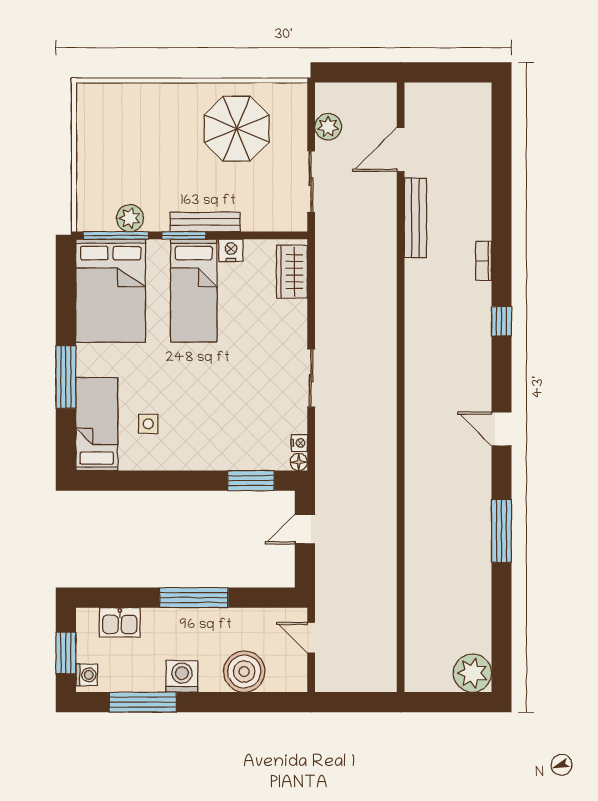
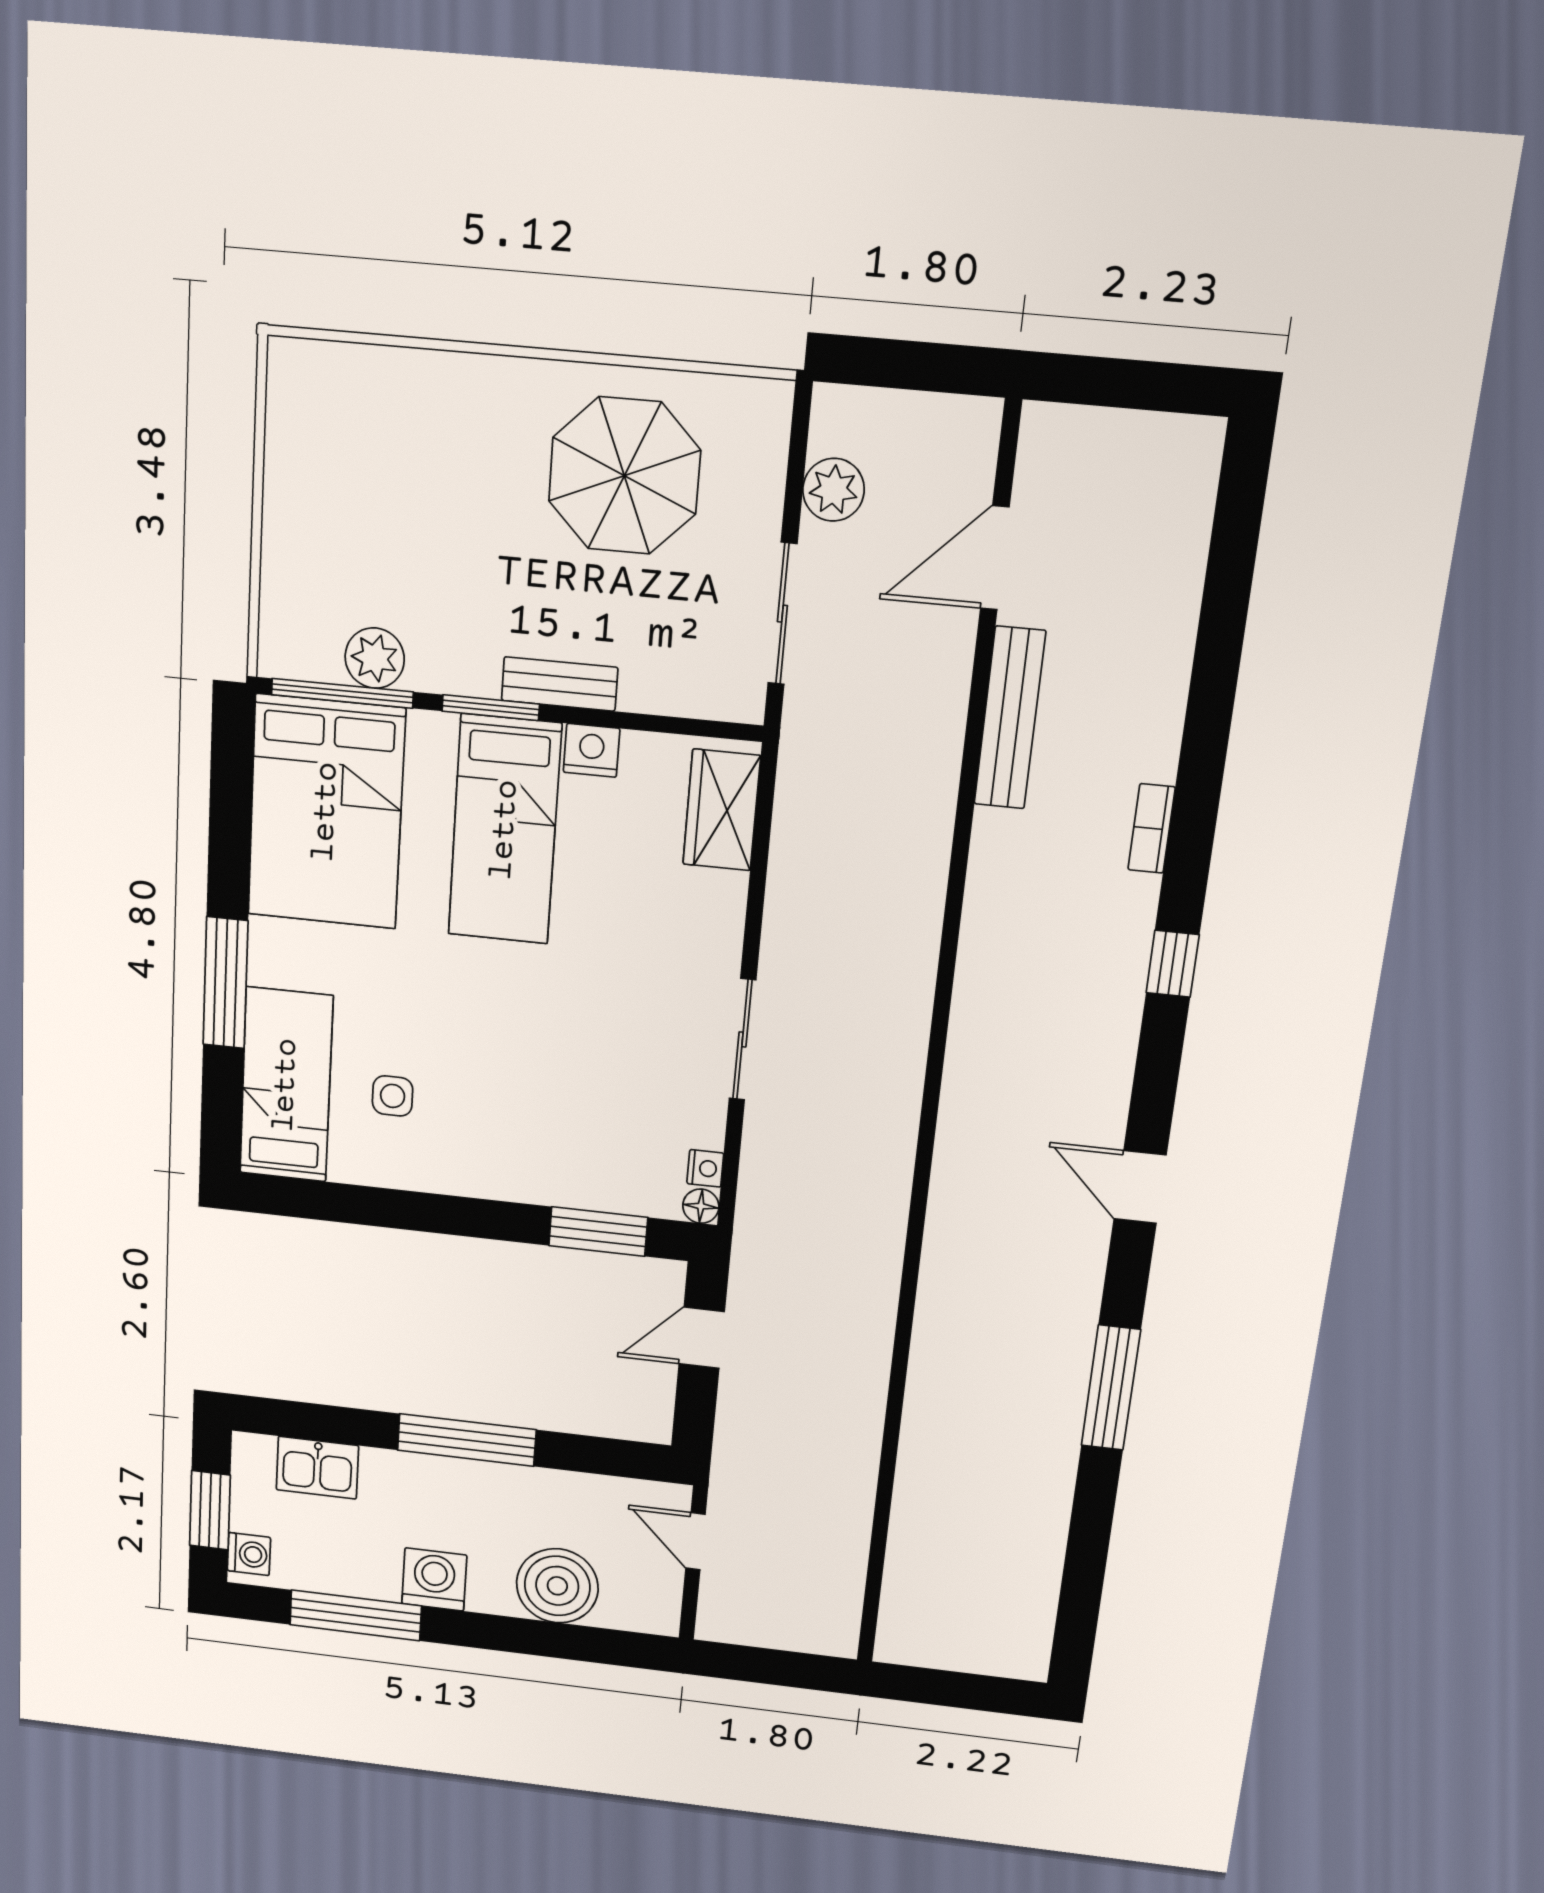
bench: (205, 222) -> (560, 684), width x0.73
plant: (472, 673) -> (1013, 1644), removed

